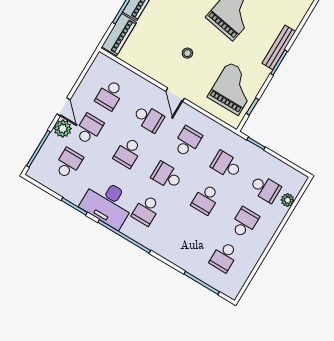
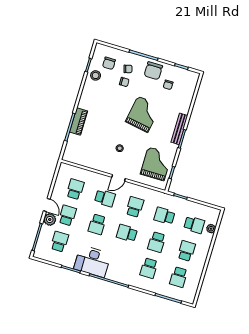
piano: (119, 35) -> (71, 148), removed
school desk: (110, 95) -> (75, 189), turned 180
door: (175, 95) -> (119, 178), hinge flipped
school desk: (146, 210) -> (149, 268), moved

